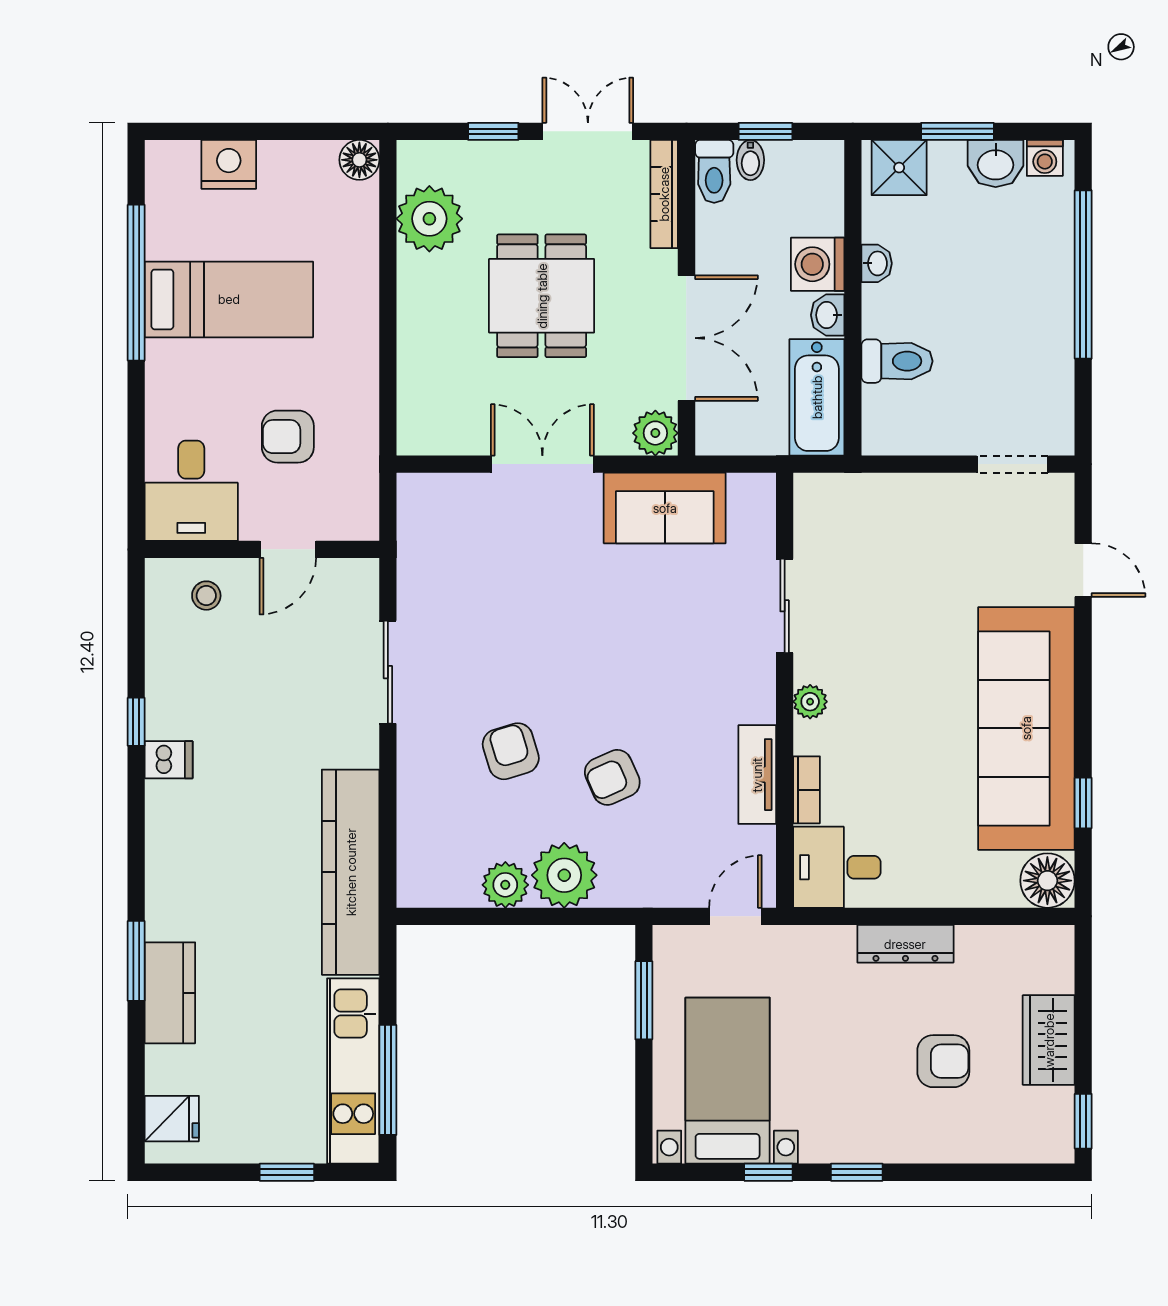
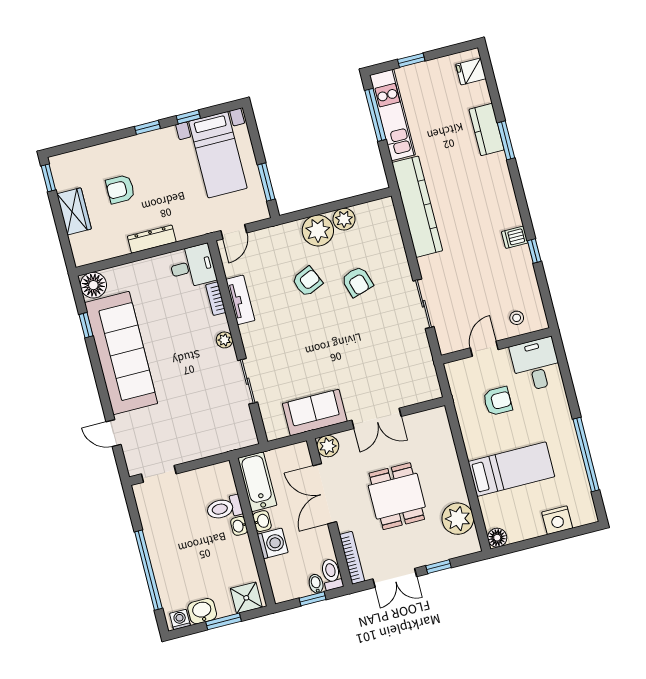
washbasin: (877, 263) -> (239, 526), moved
bed: (229, 299) -> (511, 469), moved, turned 180

